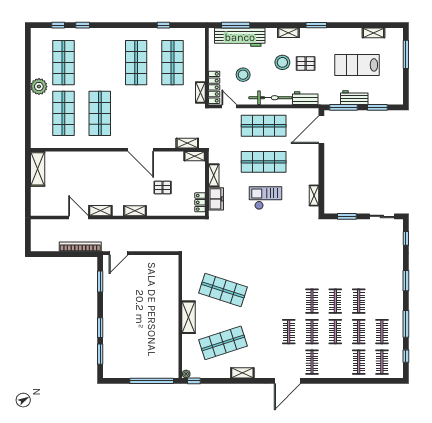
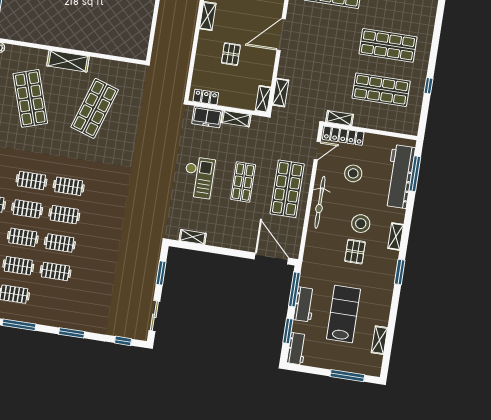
workbench: (305, 98) -> (297, 349), moved
shop shelf: (264, 162) -> (243, 182), width x0.70, depth x0.74
clothes rail: (289, 301) -> (69, 186), added

